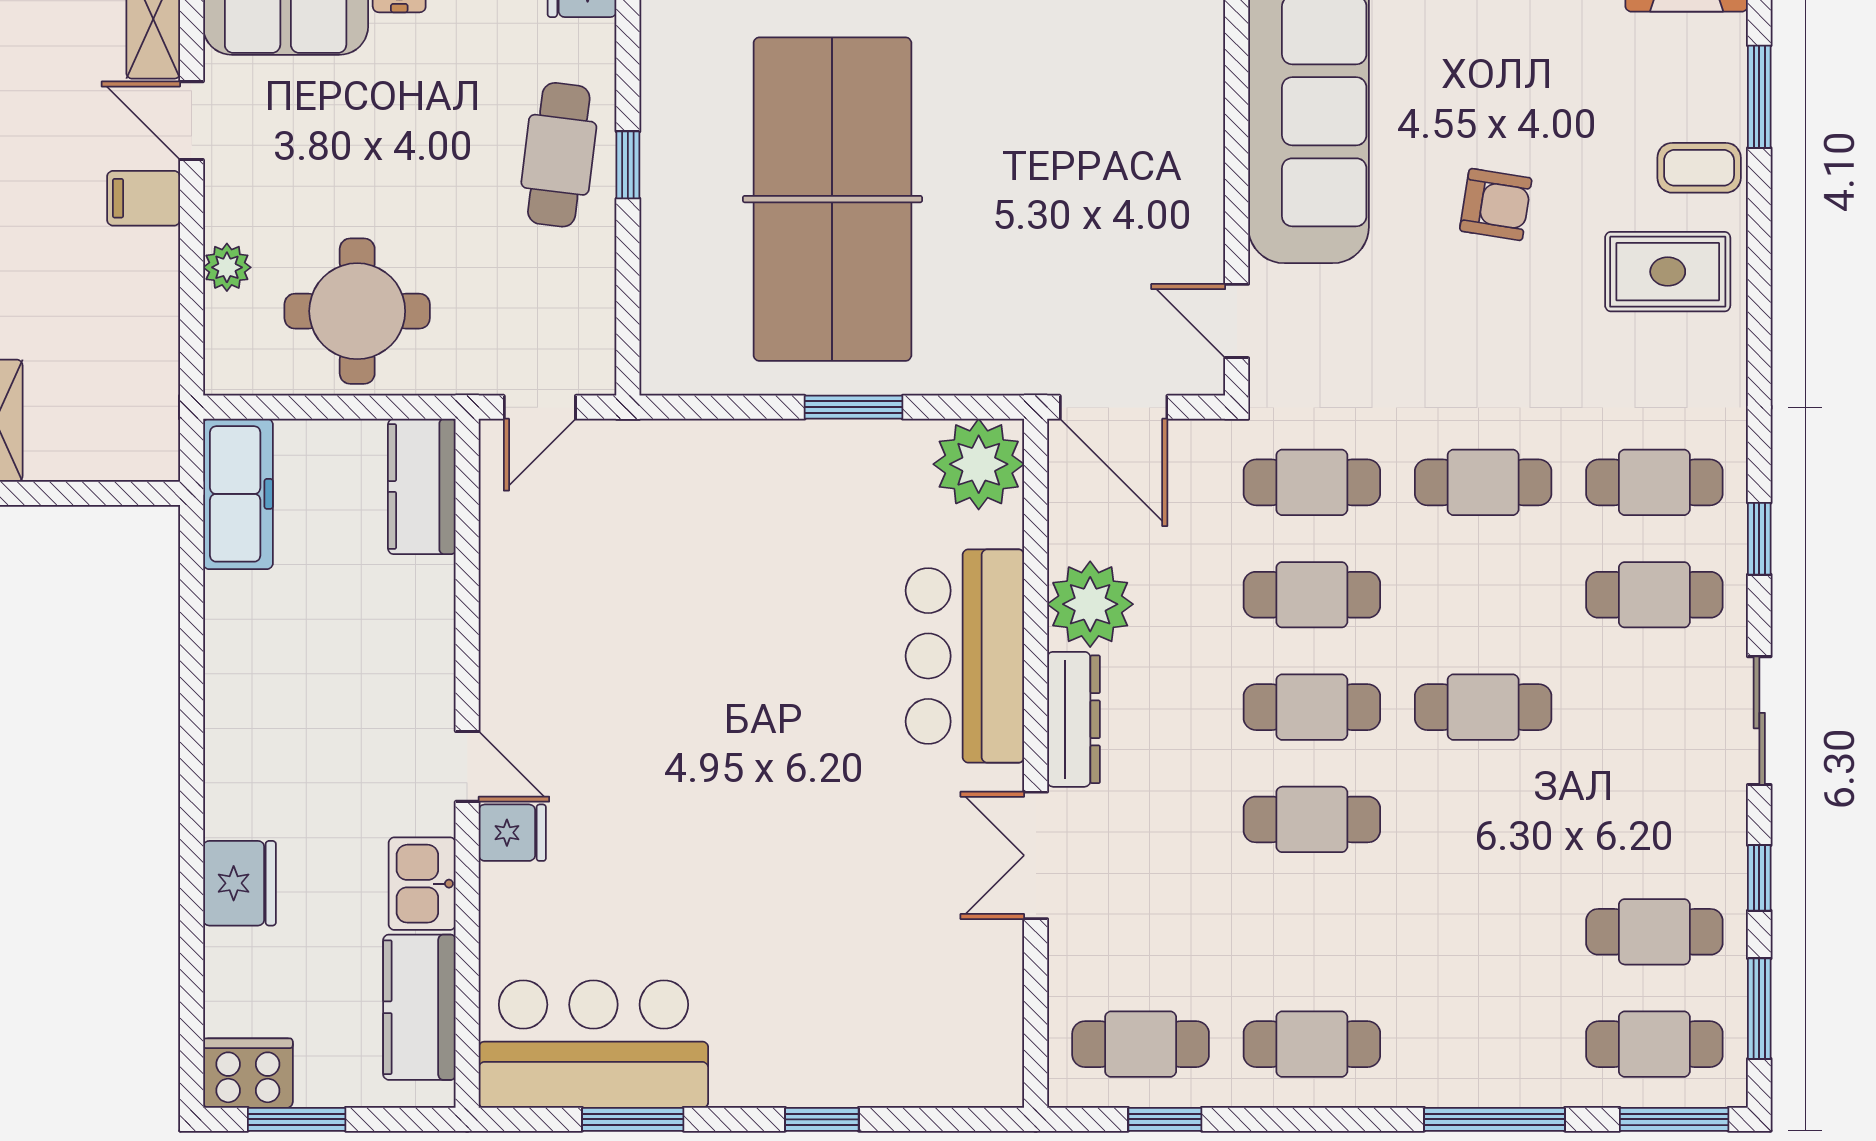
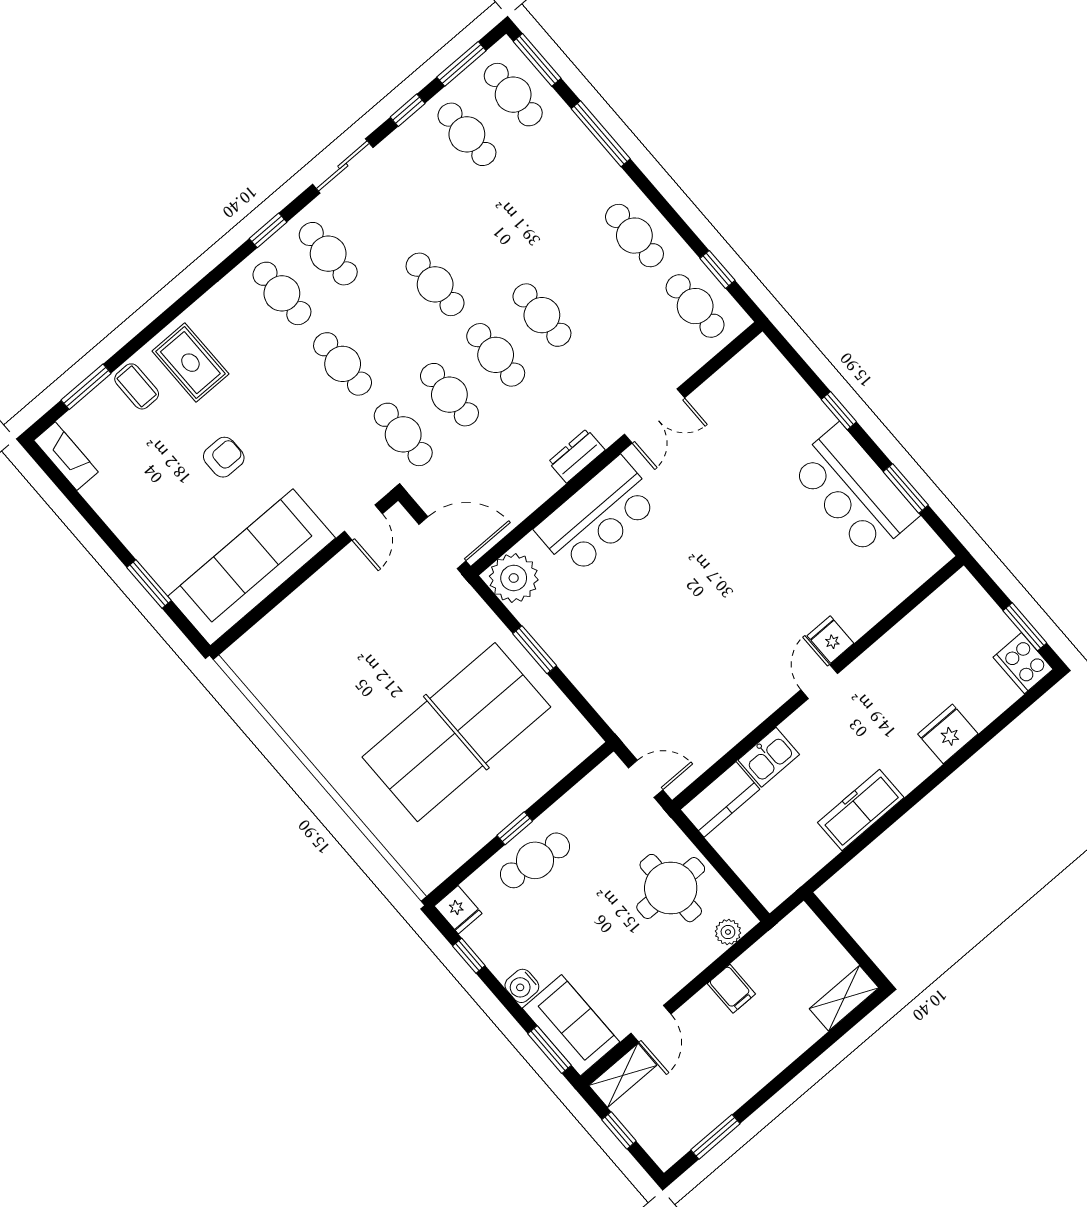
filing cabinet: (144, 198) -> (731, 989), moved
armchair: (1496, 204) -> (224, 457), turned 81
plant: (227, 267) -> (728, 932), moved
door: (1114, 407) -> (442, 543), hinge flipped
freezer: (238, 494) -> (861, 810), moved
plant: (1090, 604) -> (532, 483), removed
dresser: (1074, 719) -> (577, 456), width x0.70
kitchen sink: (422, 884) -> (769, 757), moved
kitchen counter: (419, 1007) -> (935, 616), removed
bar counter: (593, 1044) -> (854, 491), moved

